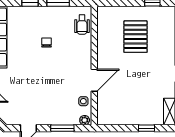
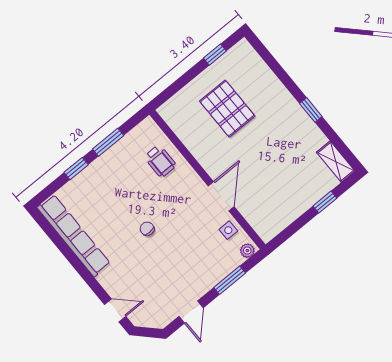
wheelchair: (82, 25) -> (160, 161), moved
chair: (47, 42) -> (147, 229), moved

